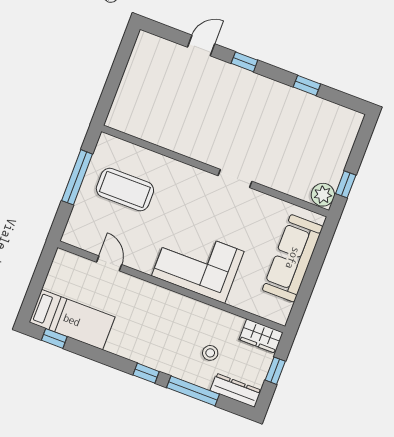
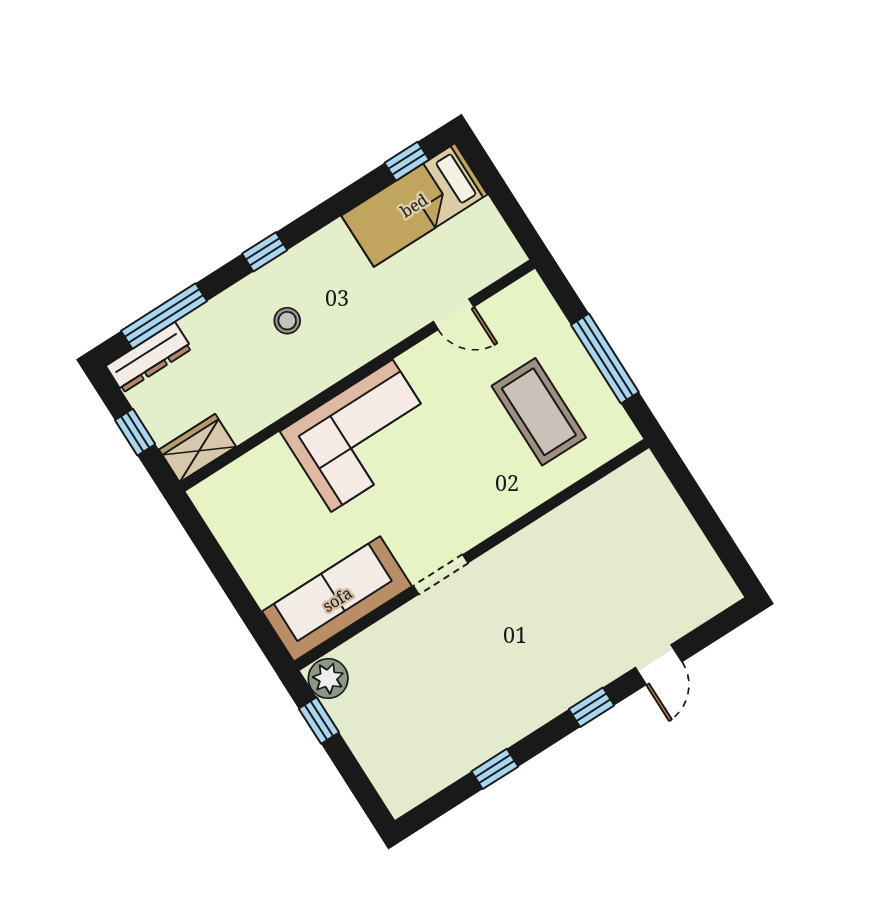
coffee table: (125, 190) -> (539, 412), turned 90
sofa: (293, 258) -> (337, 599), moved, turned -90
stool: (210, 353) -> (287, 321), moved
window: (193, 391) -> (164, 316), moved

